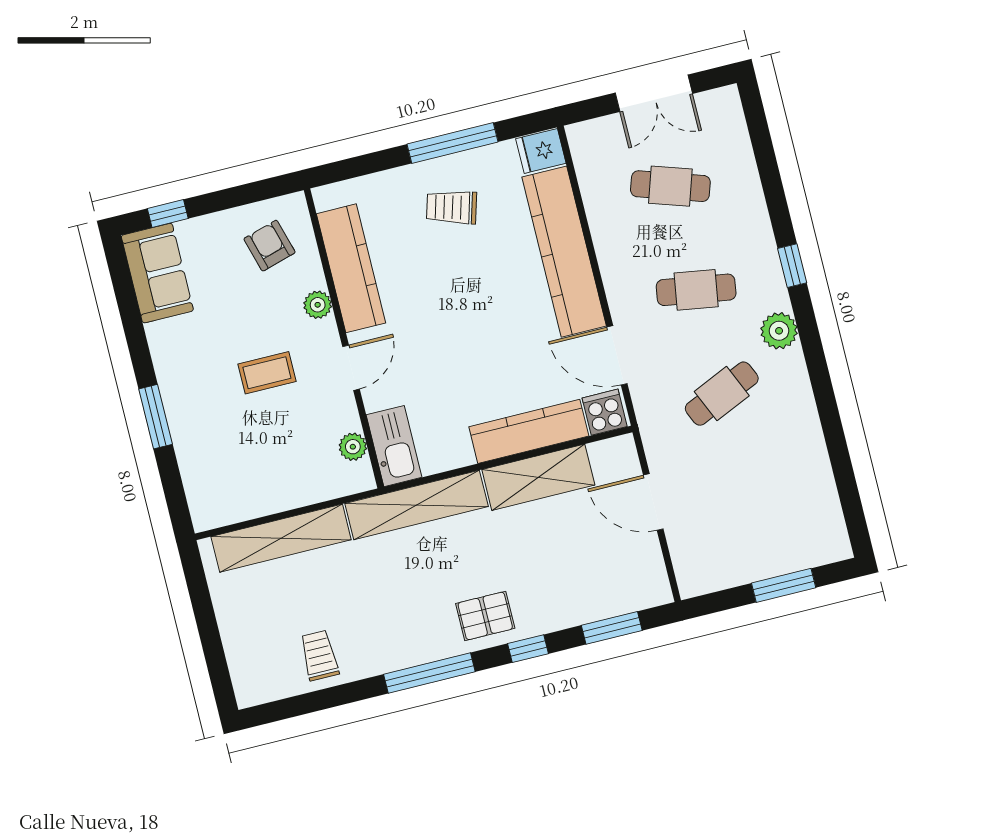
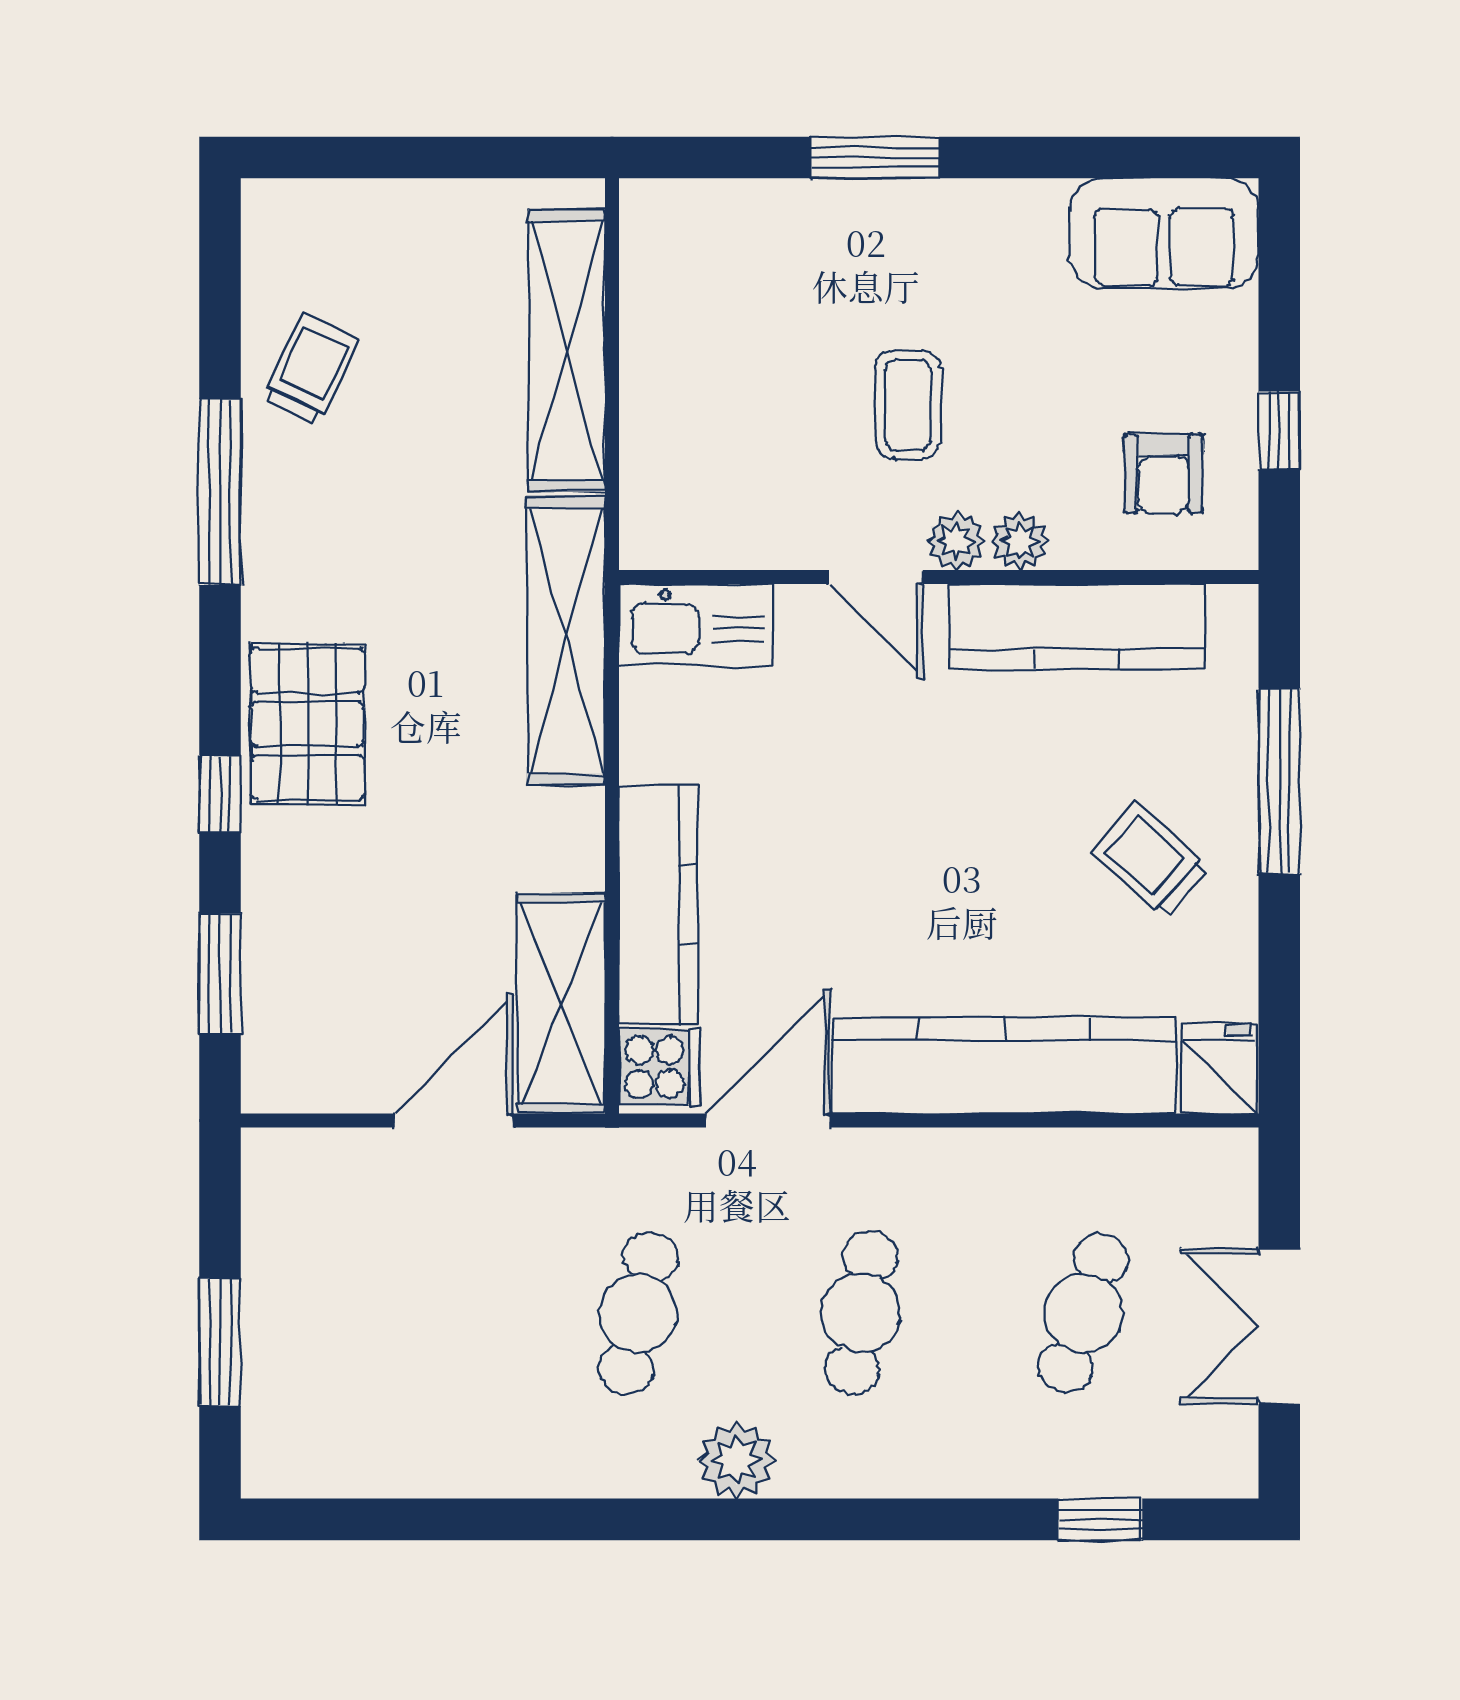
window: (453, 143) -> (1279, 781), moved
trolley: (452, 207) -> (1150, 860), turned -64
window: (168, 214) -> (1279, 430), moved
armchair: (270, 246) -> (1164, 473), turned 106
window: (792, 266) -> (1100, 1519), moved
cafe table: (722, 394) -> (638, 1313), turned 36
plant: (353, 447) -> (956, 541), moved
shelving: (538, 477) -> (561, 1003), moved
pallet: (485, 616) -> (307, 724), width x1.50, depth x1.42
trolley: (319, 655) -> (311, 369), turned -64
window: (429, 673) -> (220, 492), moved

